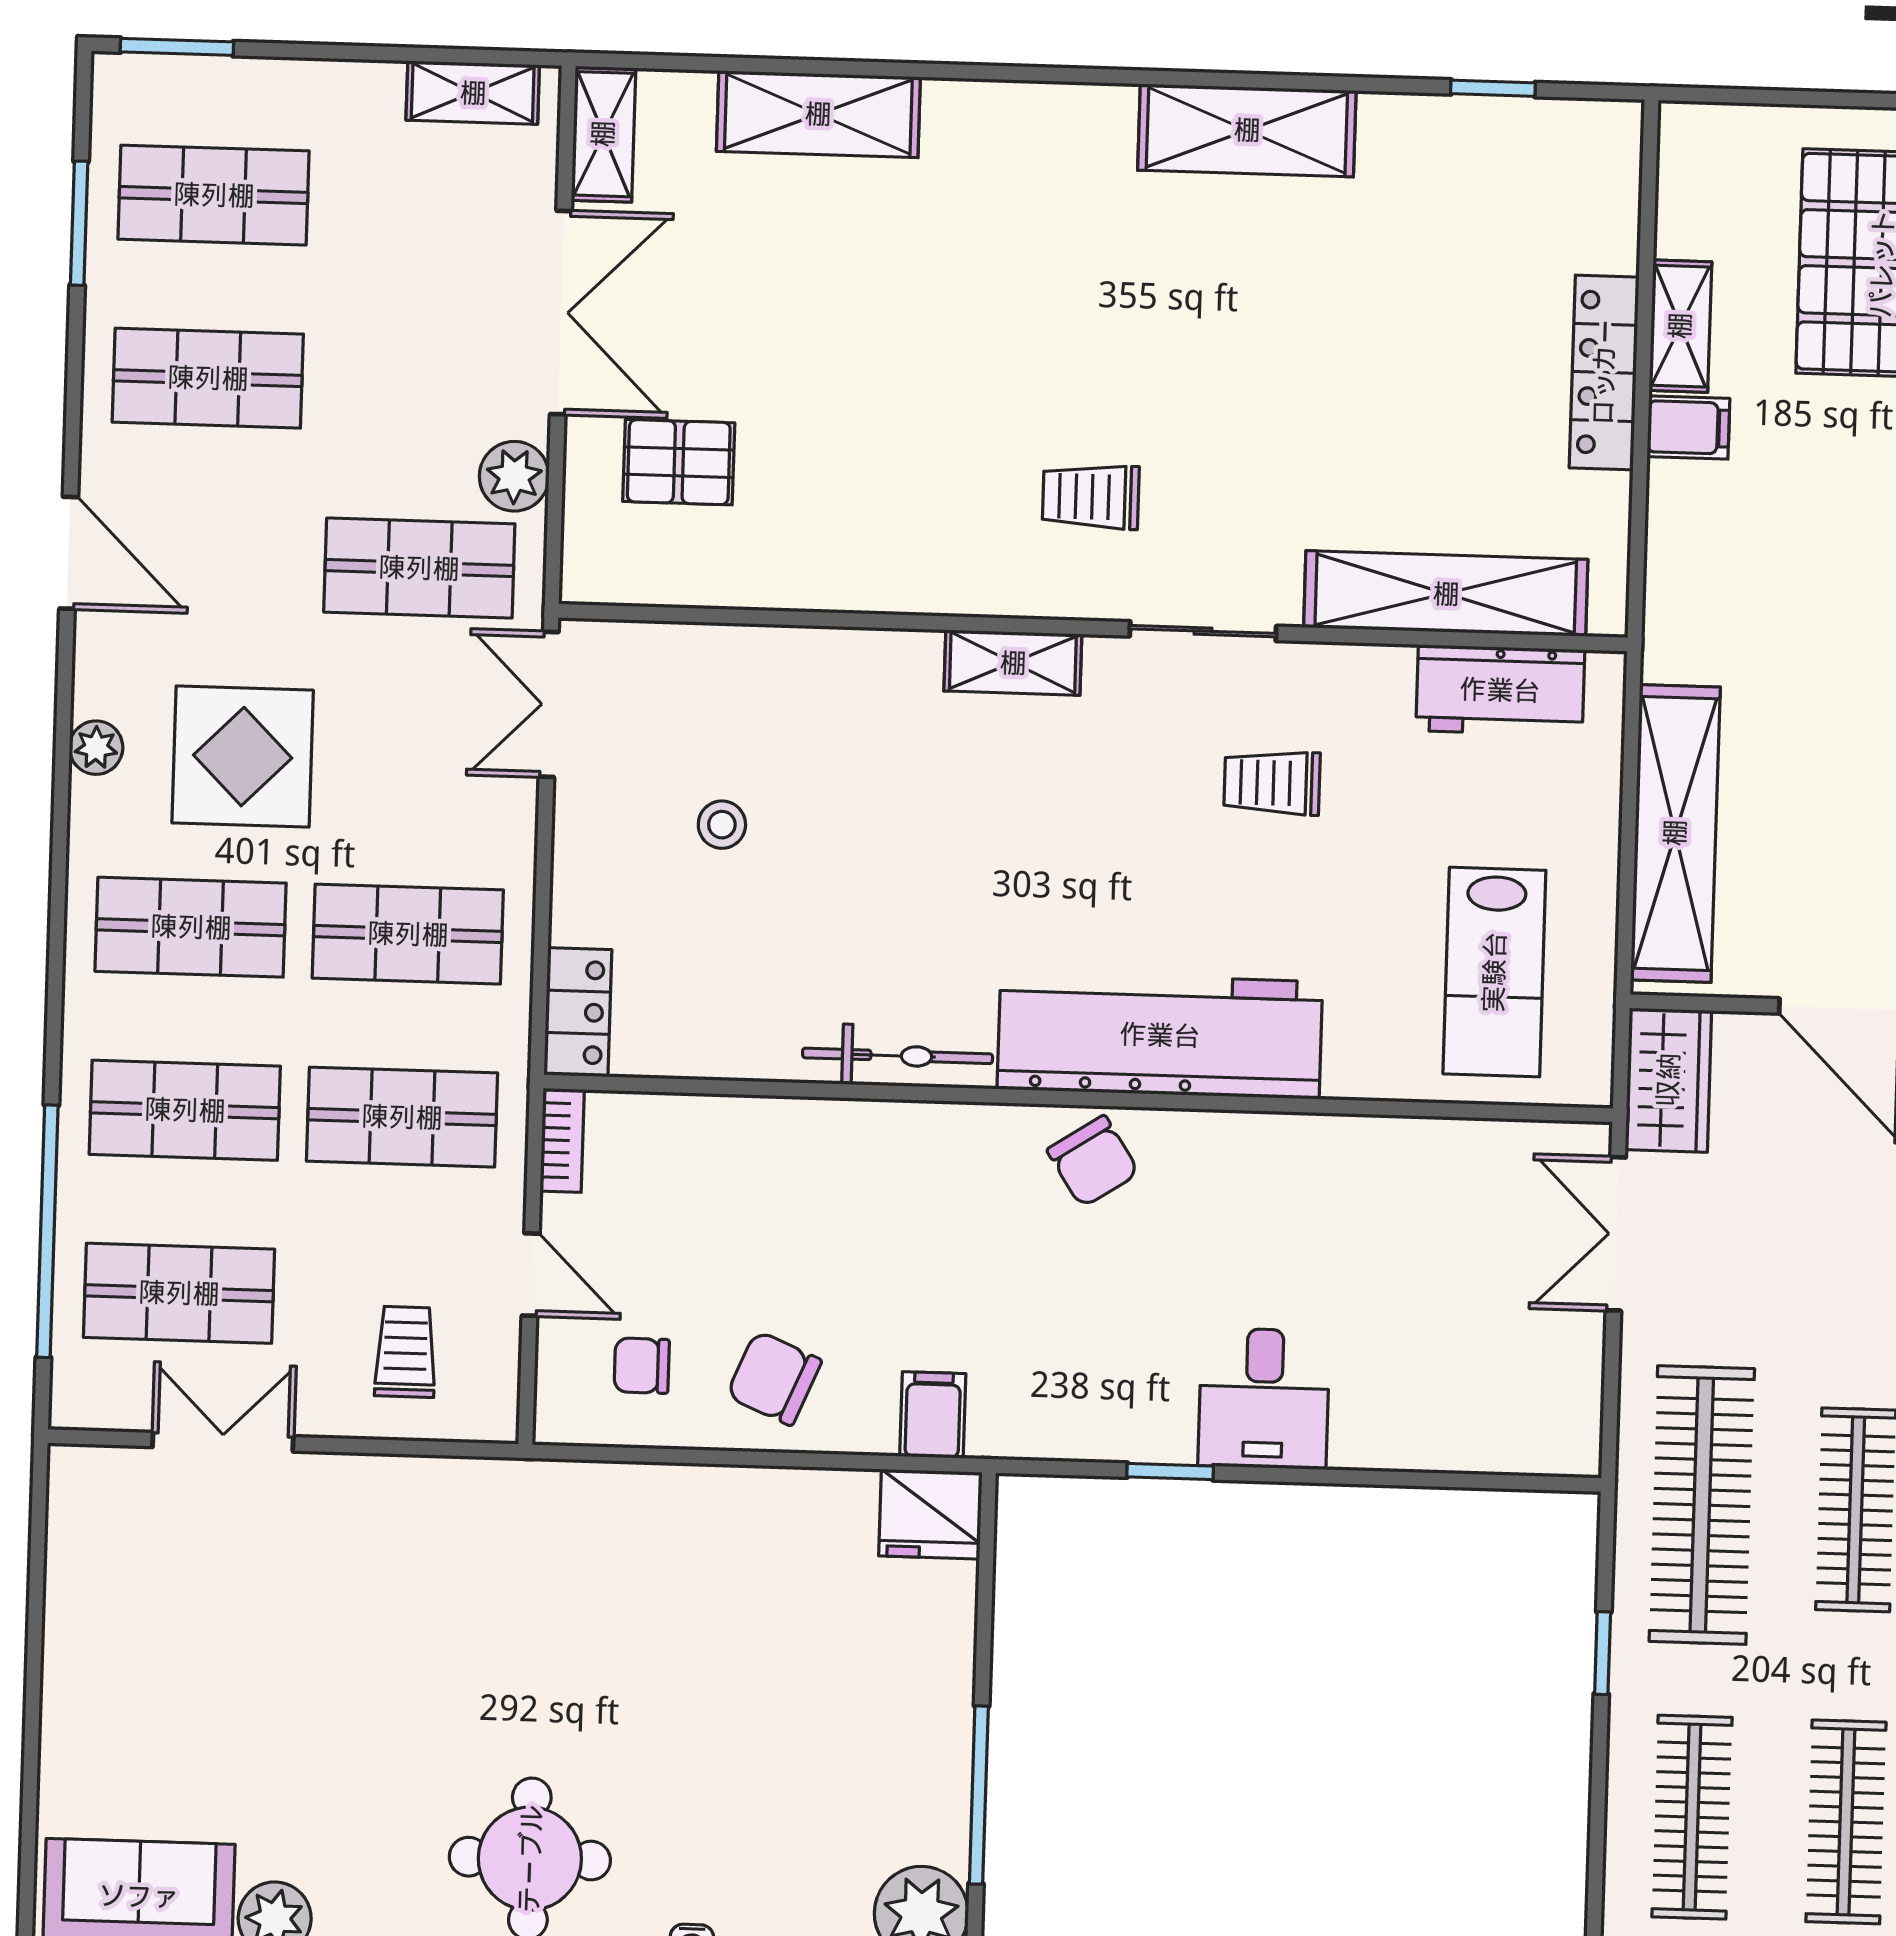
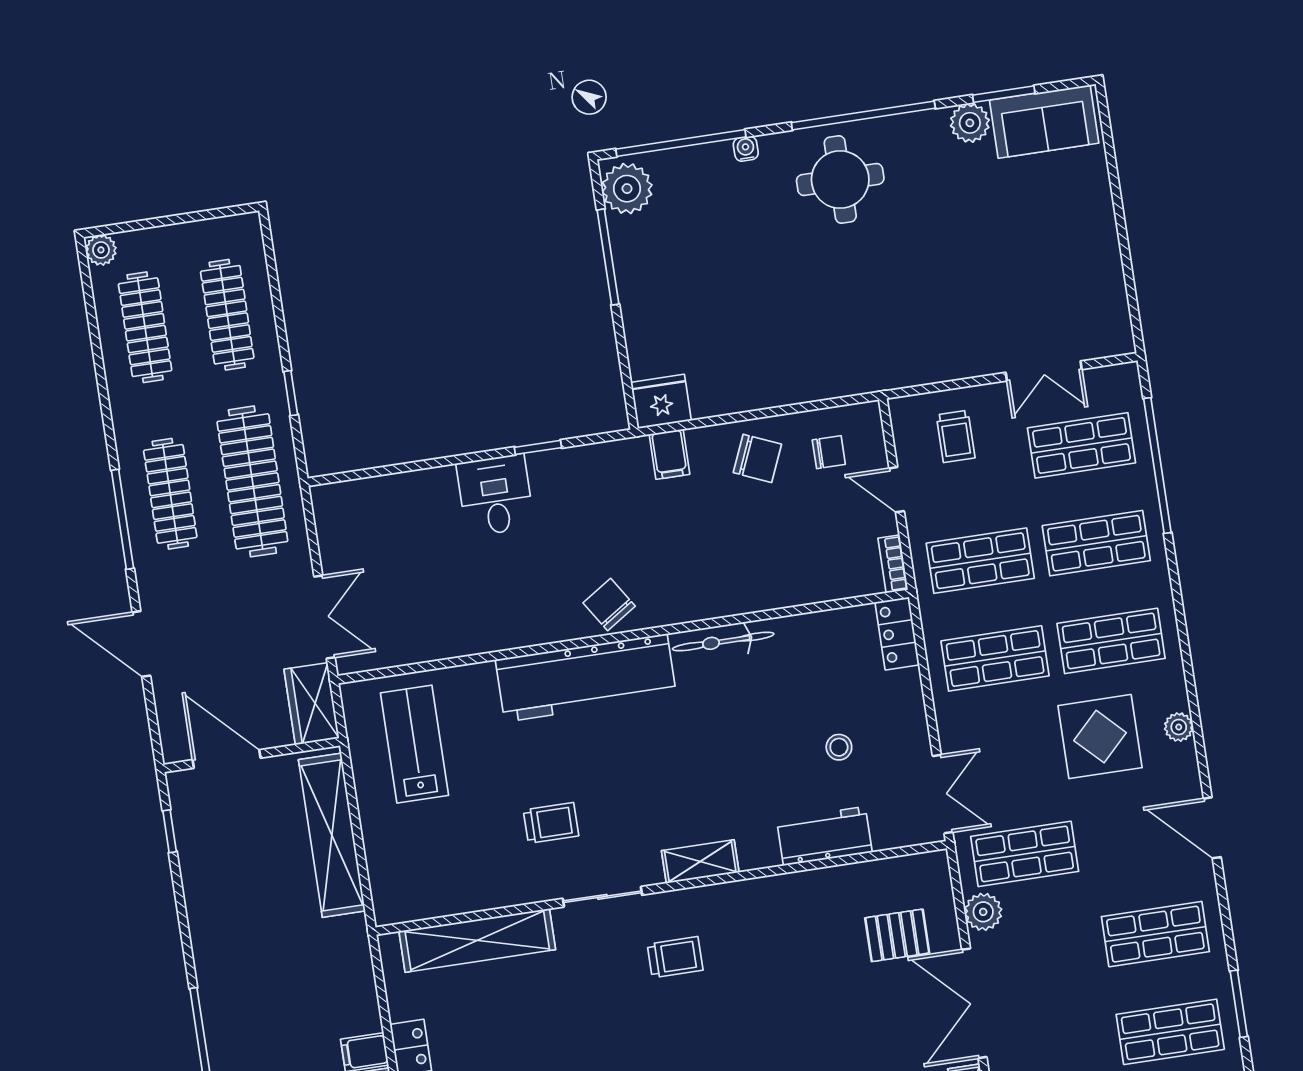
workbench: (1500, 690) -> (824, 836), moved

